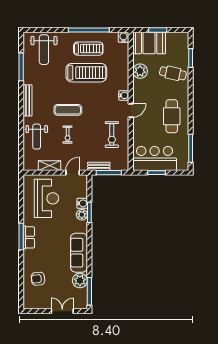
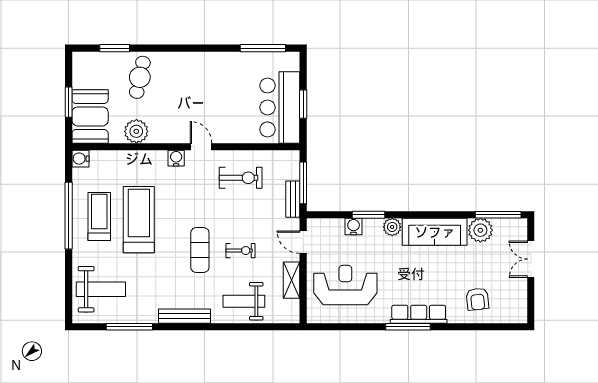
cafe table: (172, 116) -> (210, 79), removed
weight bench: (37, 137) -> (244, 301), turned 180
plant: (82, 215) -> (392, 227), moved
row of seats: (29, 237) -> (419, 314), width x1.48

